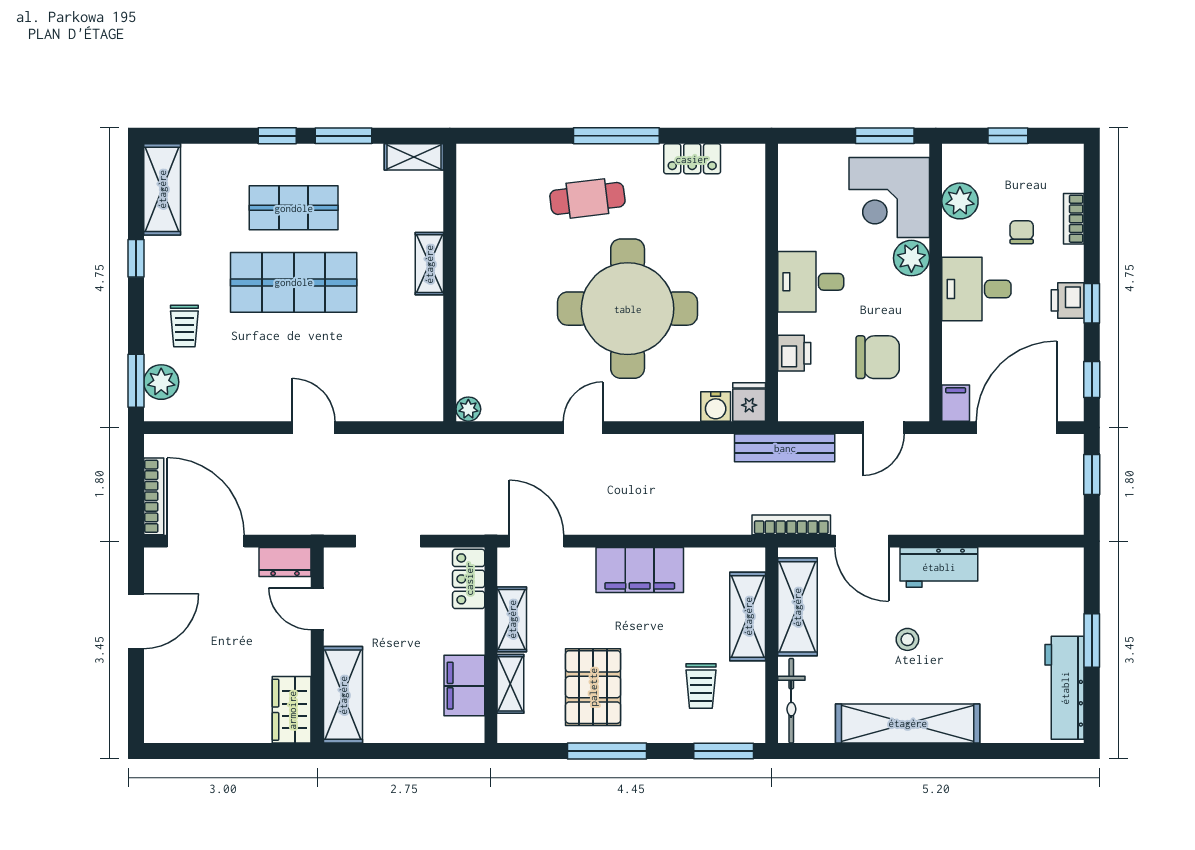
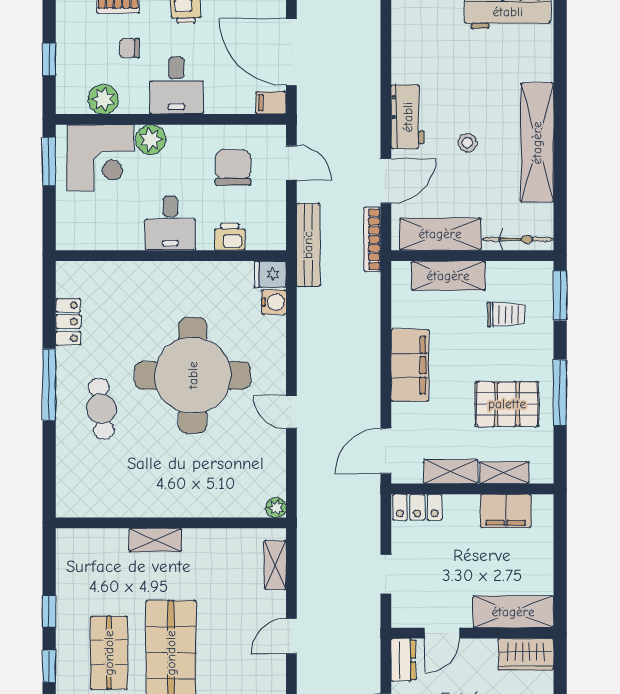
window: (344, 136) -> (49, 611), width x0.67
shelving: (414, 157) -> (275, 565), moved
doorway: (388, 541) -> (386, 574), width x0.73

